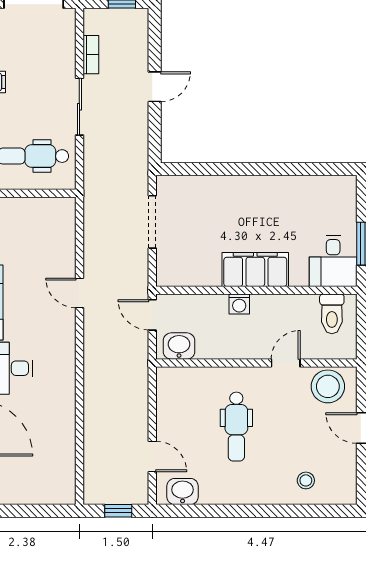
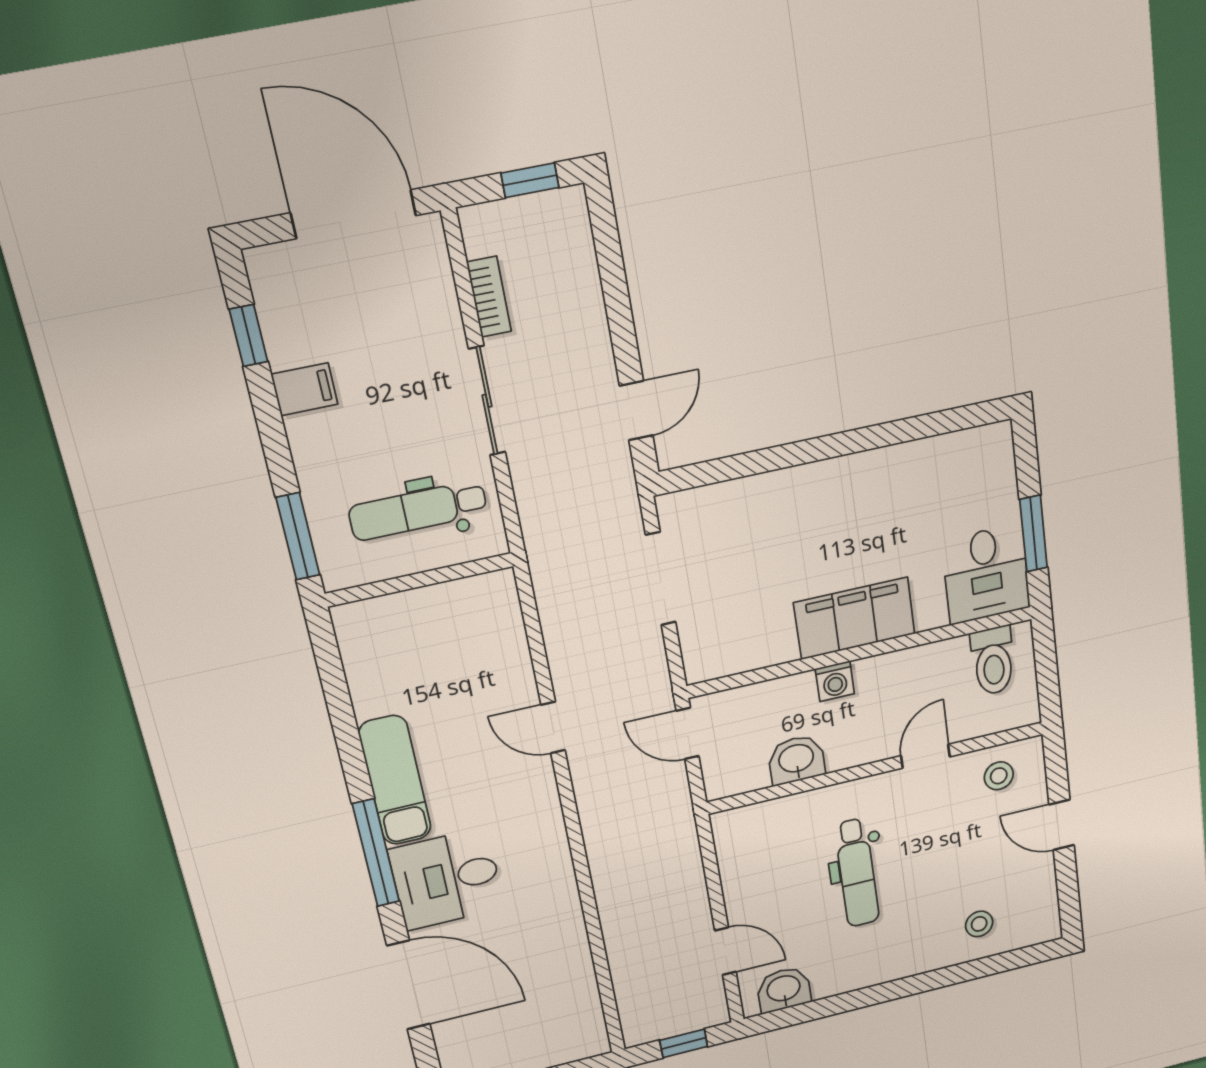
door: (155, 87) -> (636, 411), moved
washbasin: (179, 346) -> (796, 760), moved
stool: (328, 386) -> (999, 776), width x0.53, depth x0.53

